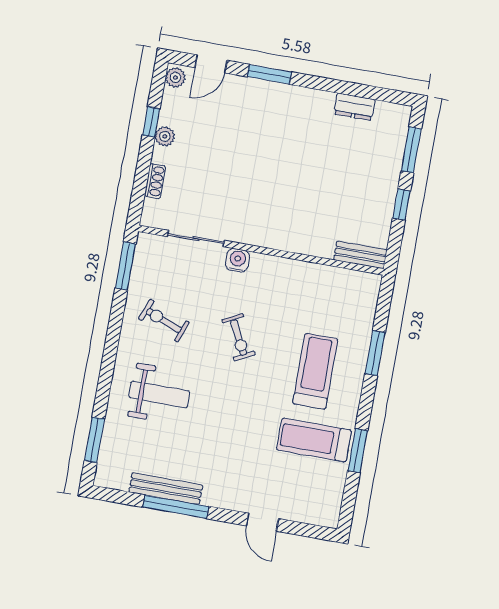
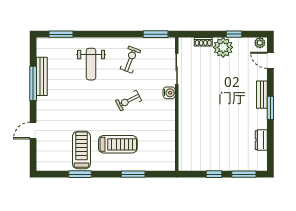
window: (269, 74) -> (270, 108), moved
plant: (165, 136) -> (223, 47), width x1.88, depth x1.88
bench: (360, 255) -> (262, 95), moved

